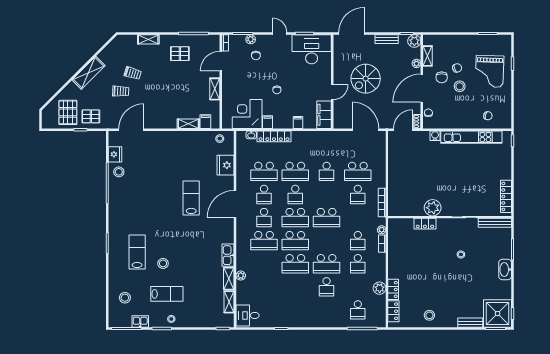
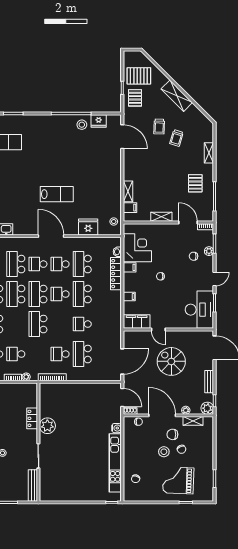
locker: (506, 196) -> (58, 496), removed

